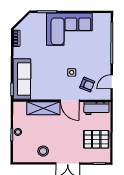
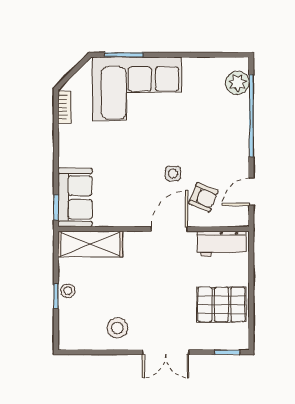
plant: (105, 26) -> (237, 83), added
corner sofa: (69, 29) -> (137, 89), moved
sofa: (22, 79) -> (75, 197), width x0.73
door: (70, 101) -> (169, 229), swing flipped
shelving: (43, 108) -> (90, 244), moved

